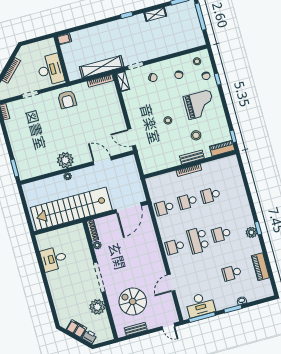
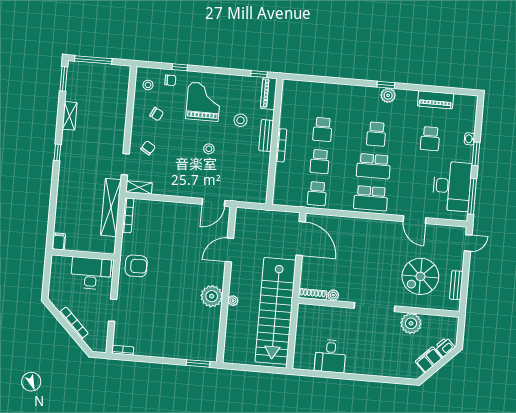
school desk: (175, 247) -> (371, 198), width x1.85
desk: (200, 305) -> (452, 186), width x1.36, depth x1.30

